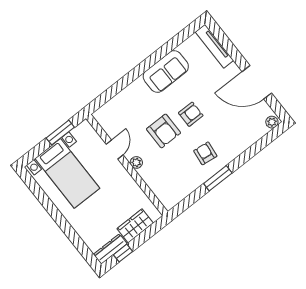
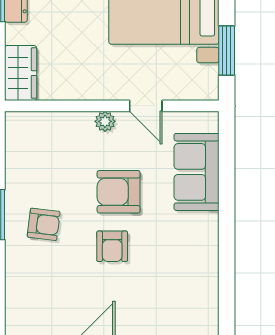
sofa: (166, 72) -> (196, 172), moved
wardrobe: (135, 226) -> (21, 73), moved

